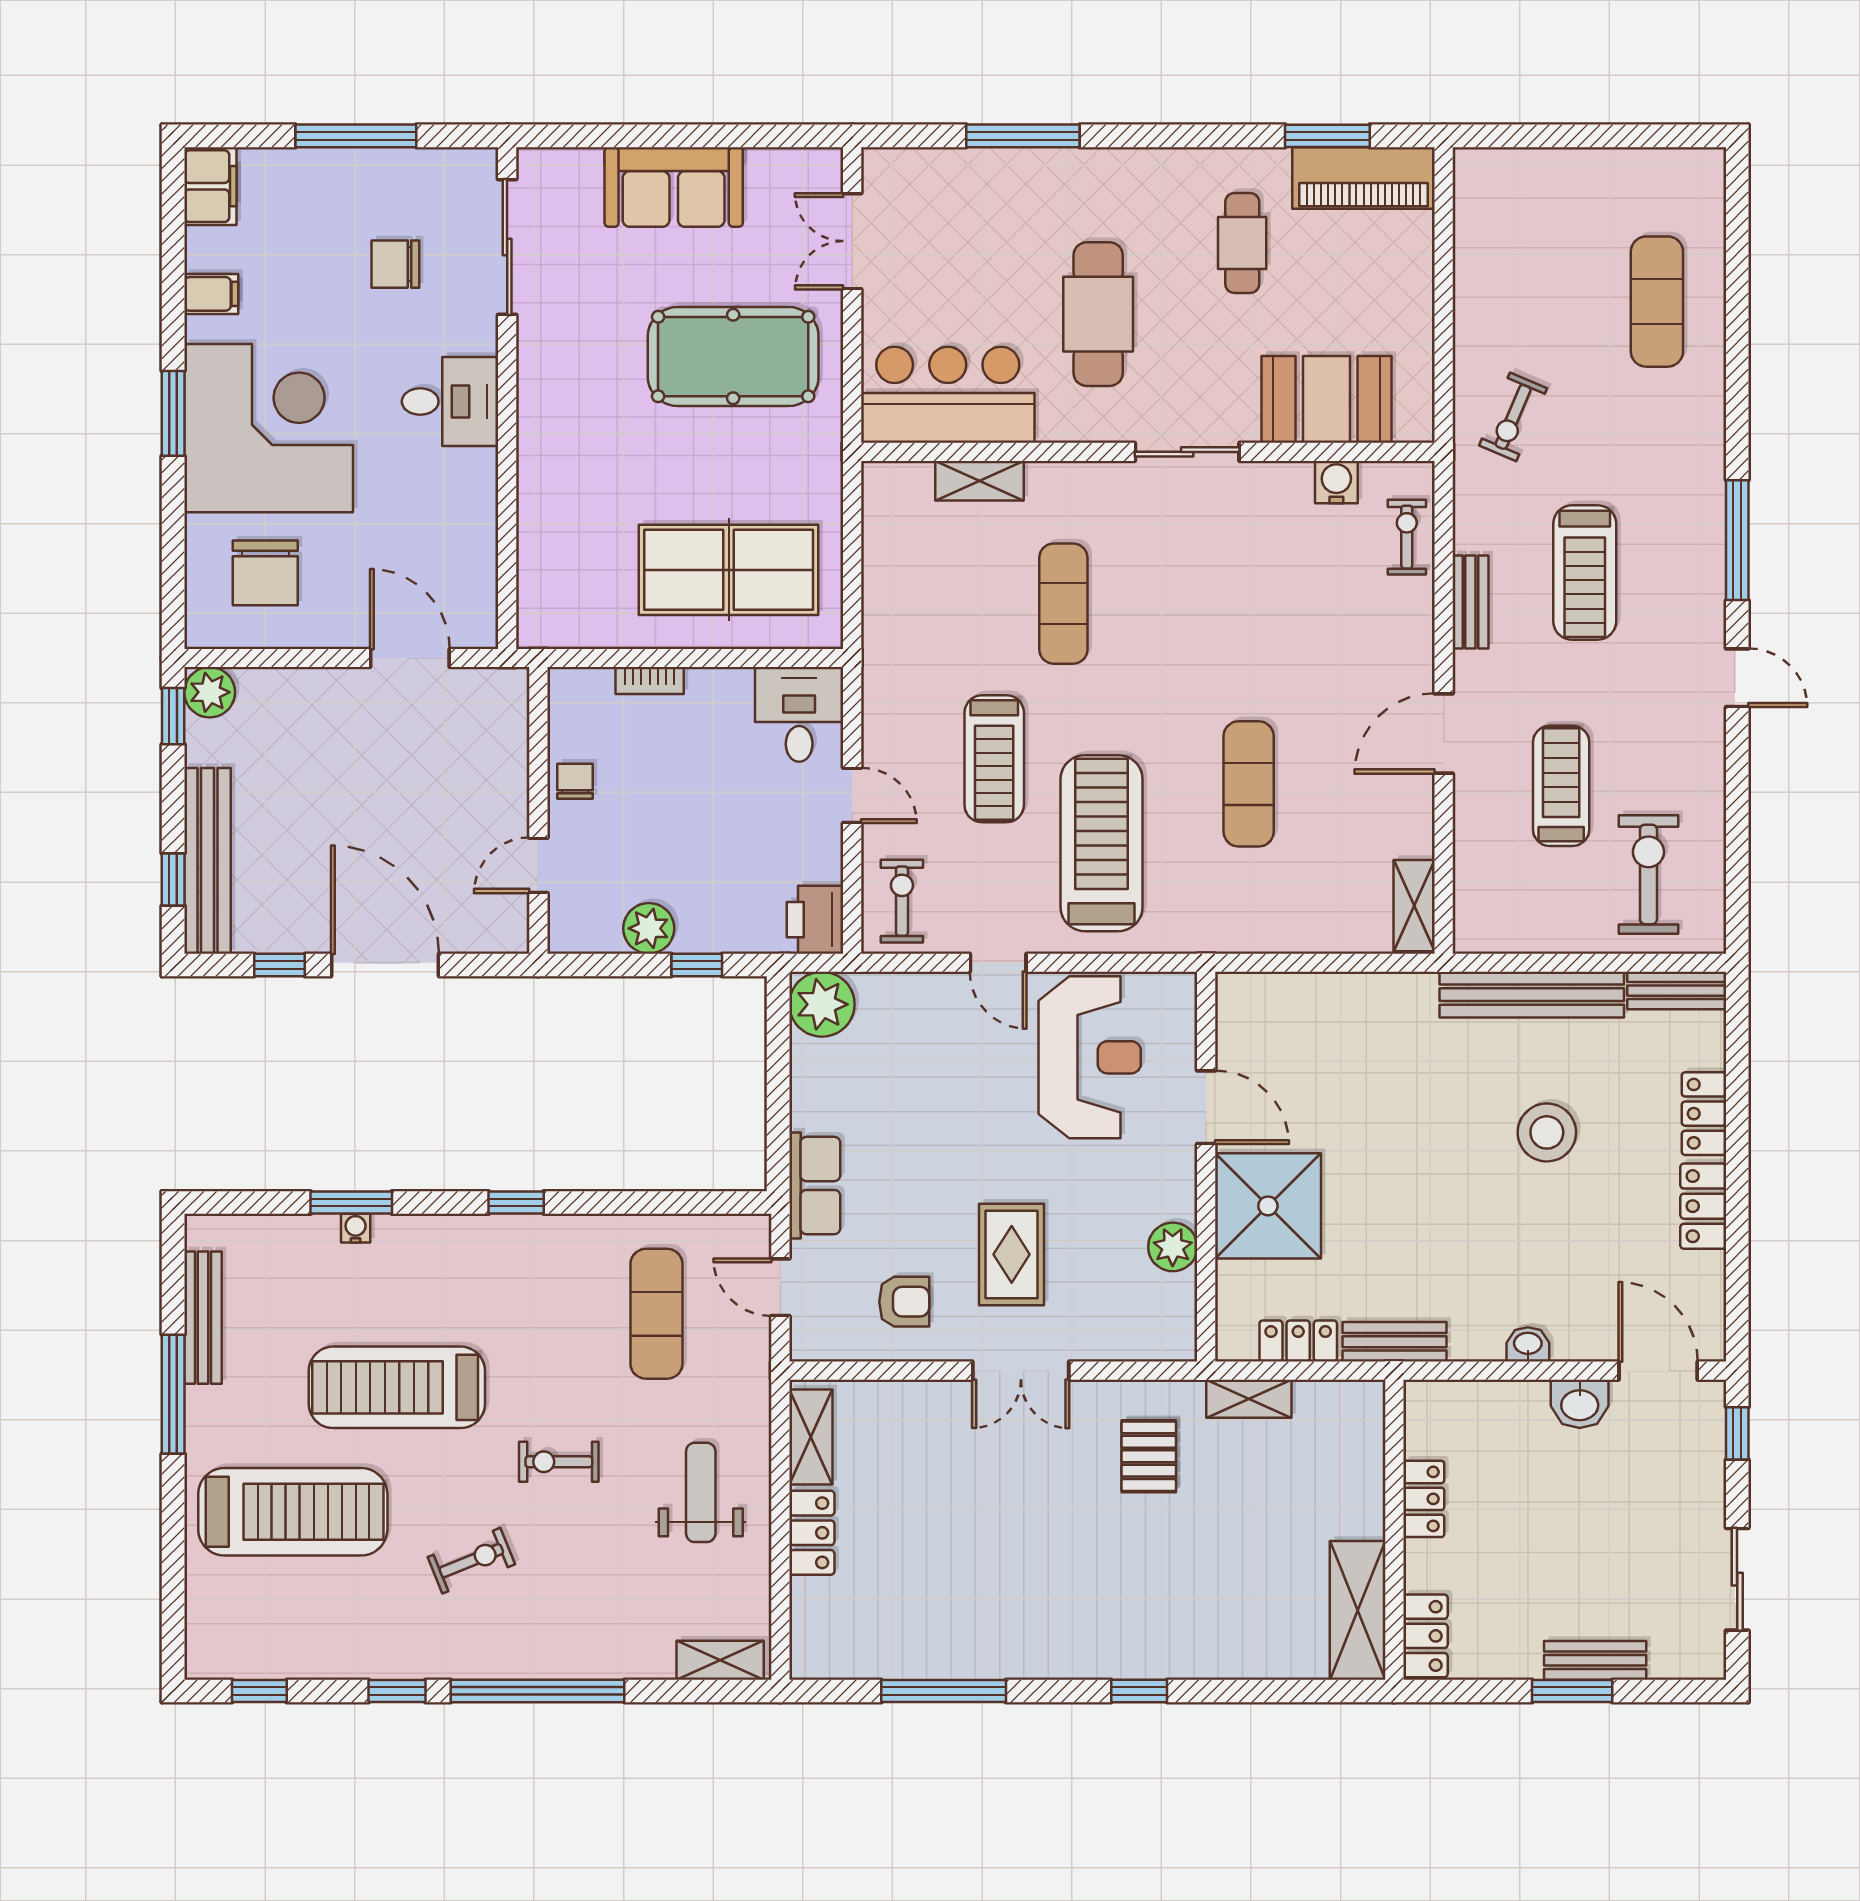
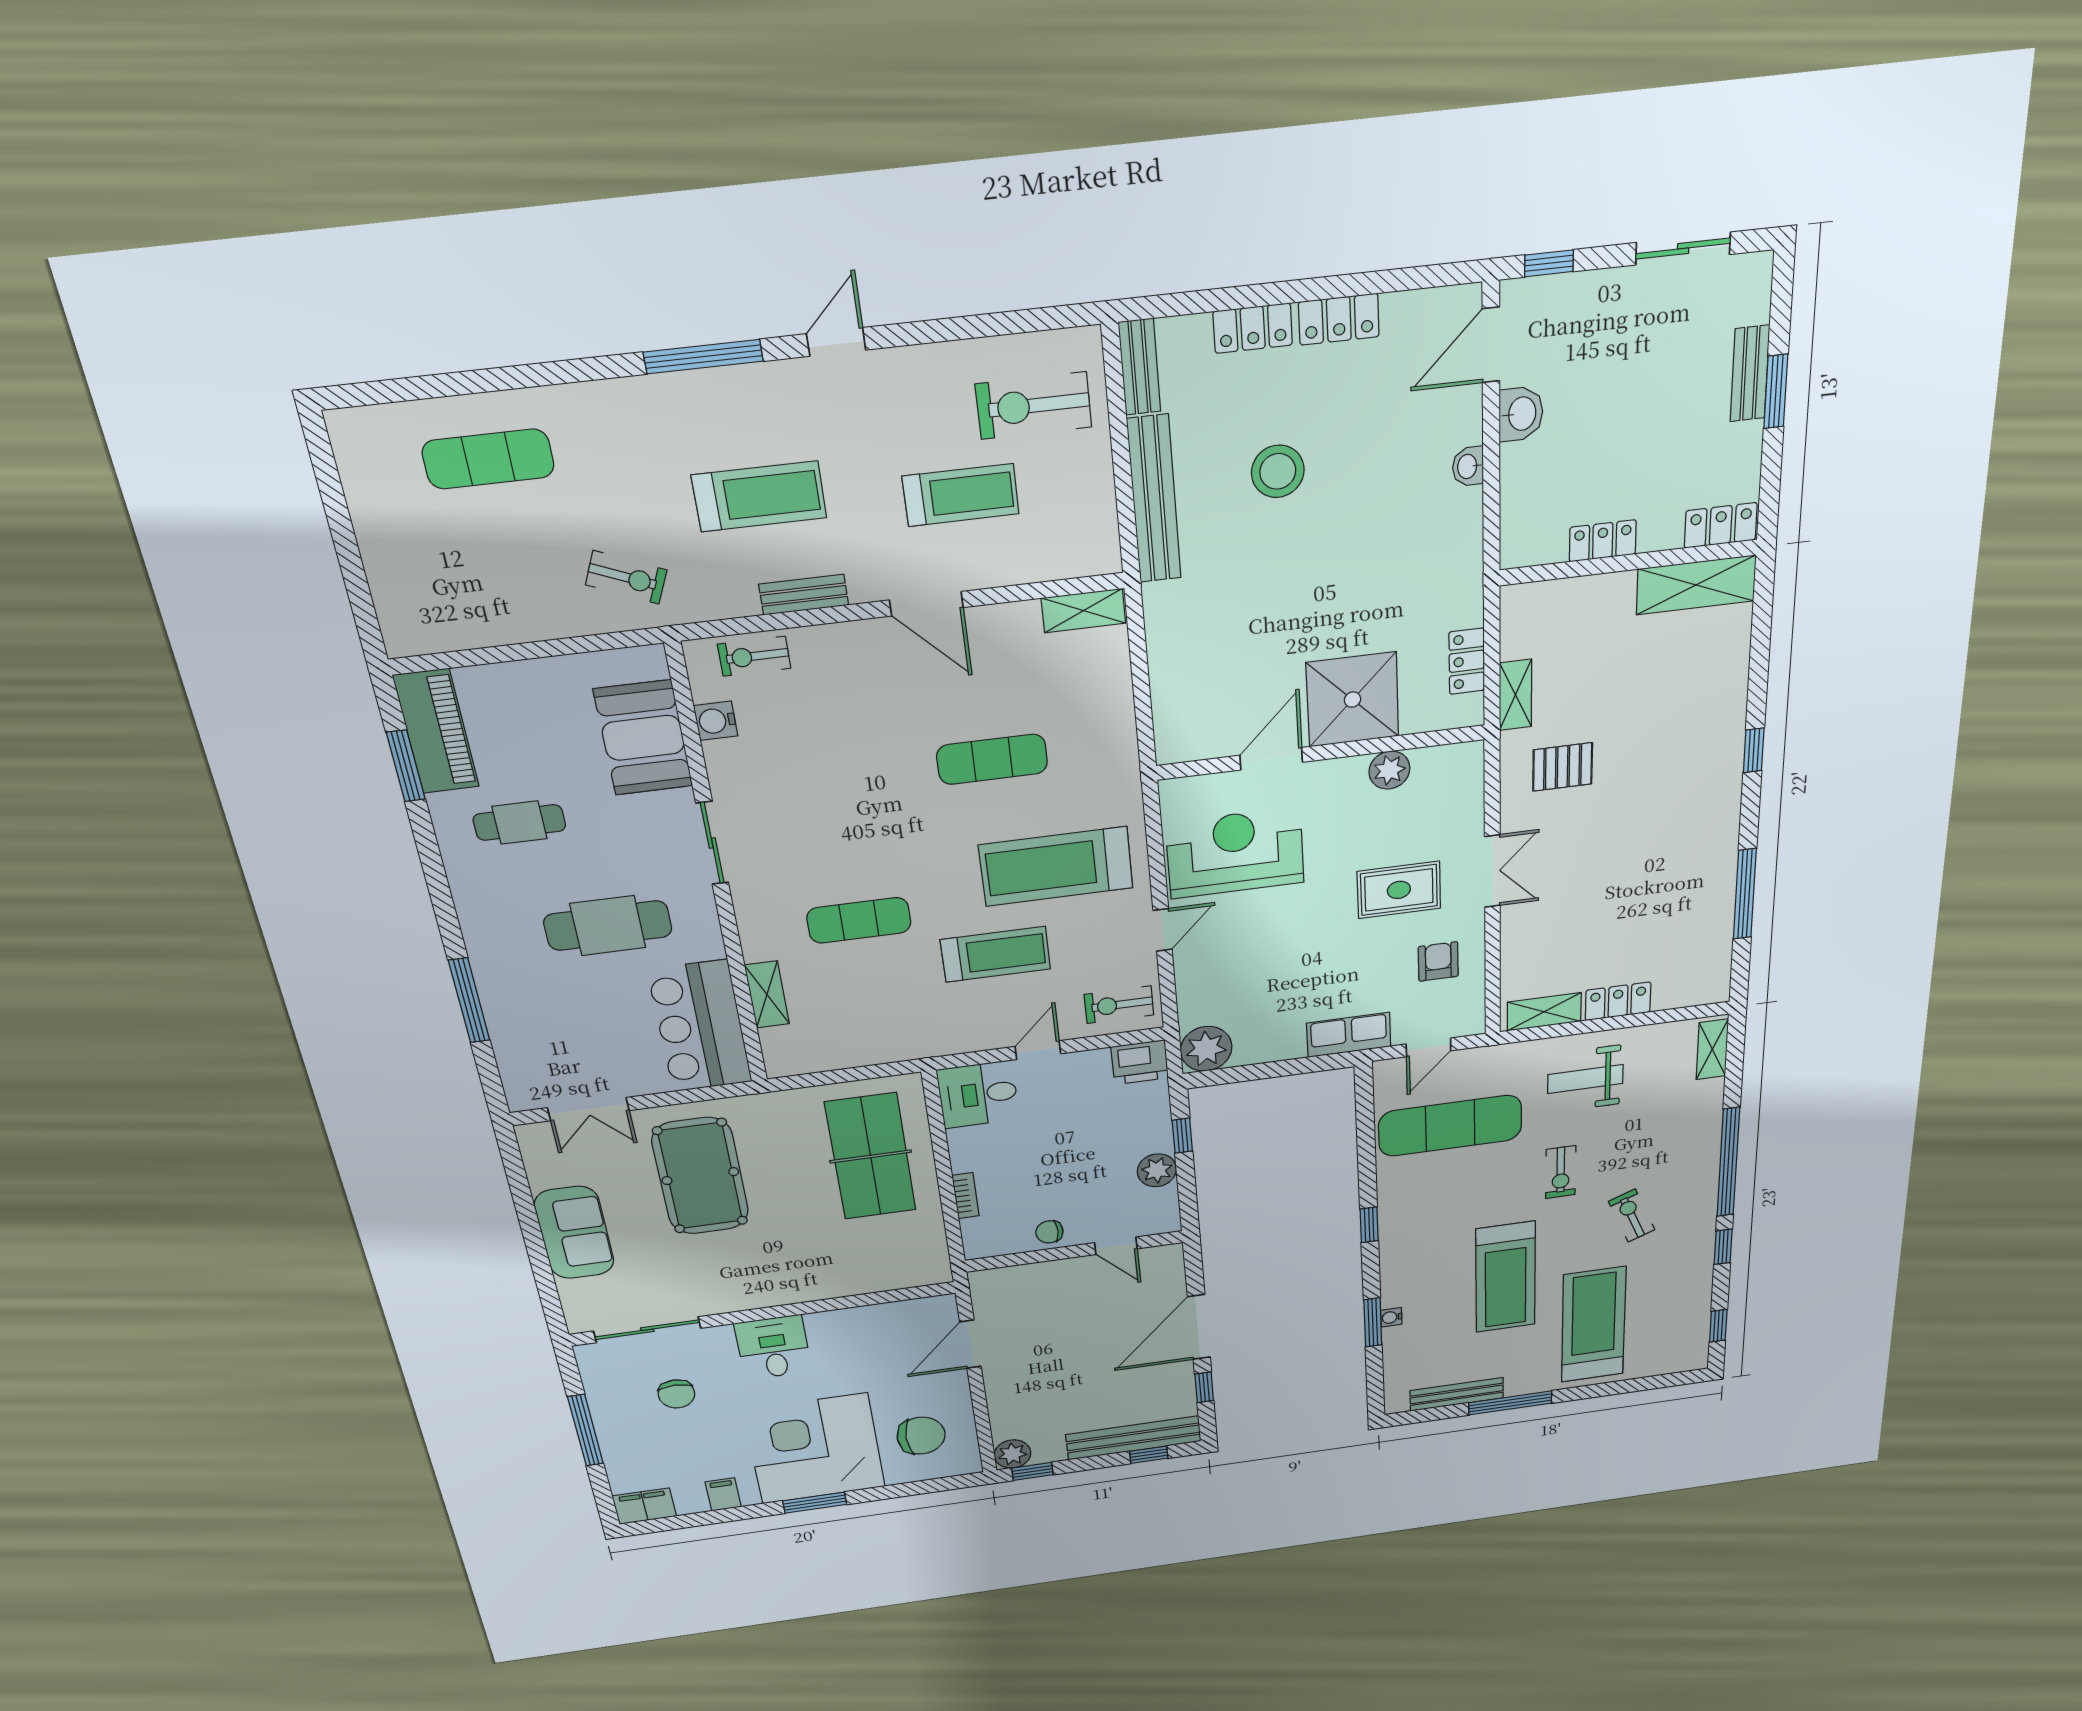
treadmill: (1561, 786) -> (961, 495), turned 180
exercise mat: (656, 1314) -> (1450, 1126), width x1.36, depth x1.45
bench: (1394, 1342) -> (1467, 582), removed

